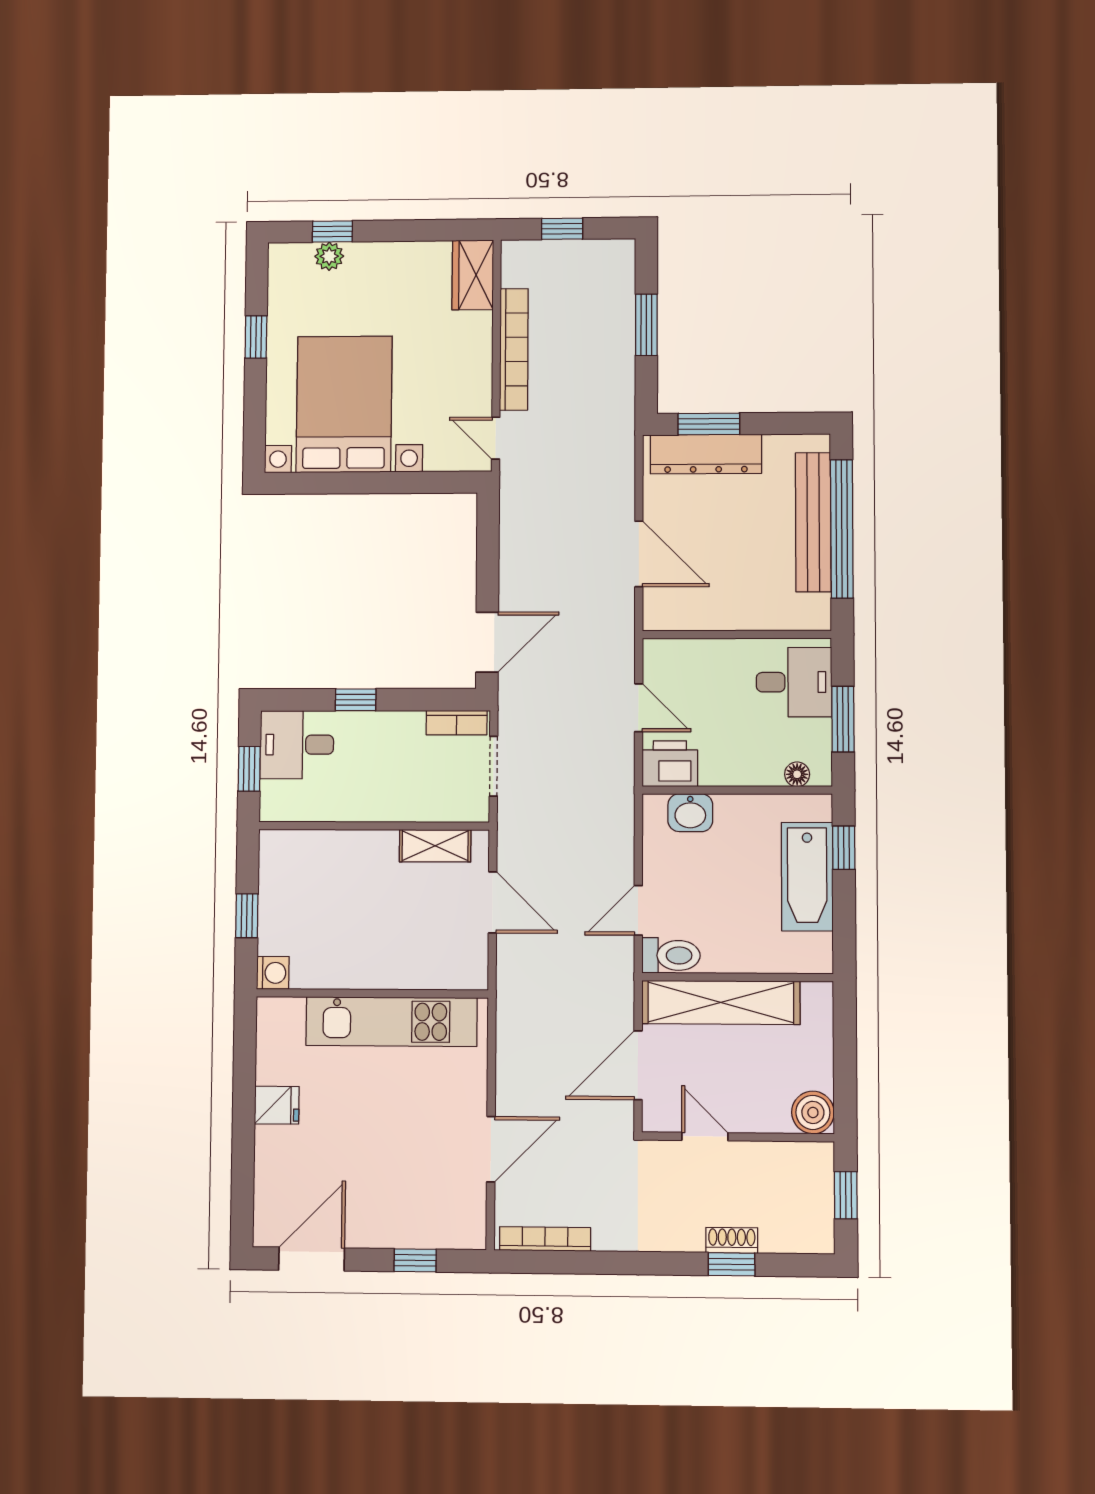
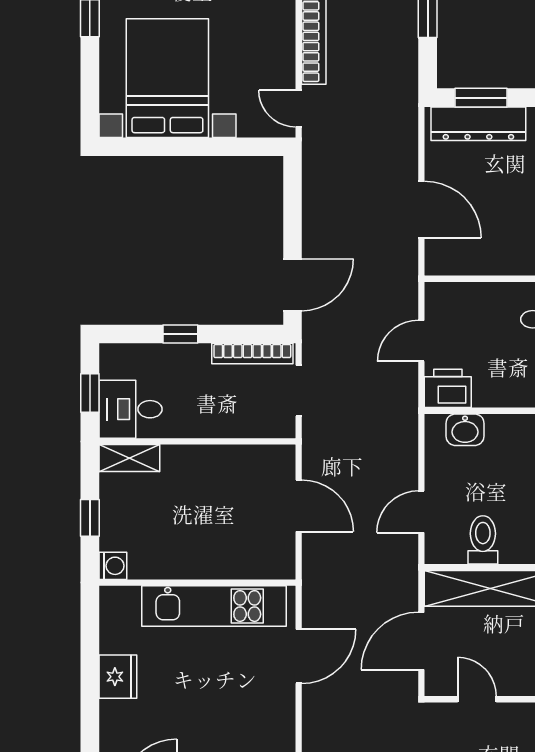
door: (639, 708) -> (421, 341), swing flipped
bookcase: (457, 723) -> (252, 354), width x1.56
desk: (297, 745) -> (131, 409), moved
shelving: (435, 846) -> (129, 458), moved
toilet: (671, 955) -> (483, 540), moved, turned -90
fridge: (277, 1105) -> (118, 677), width x1.38
door: (491, 1149) -> (299, 656), moved

